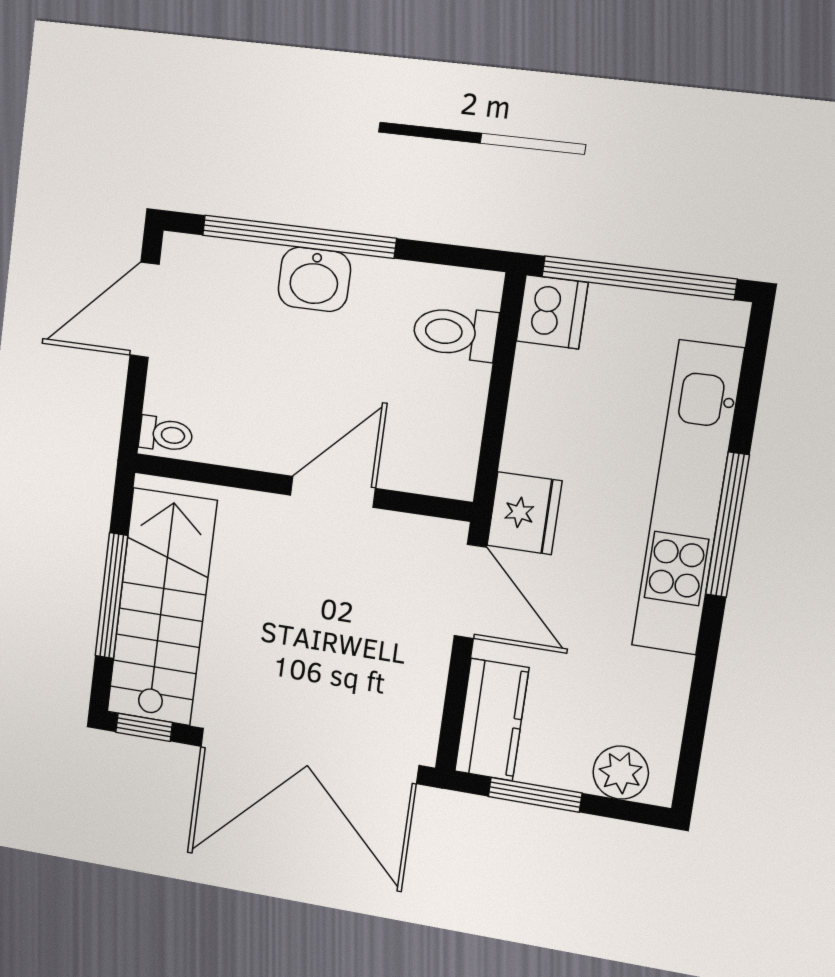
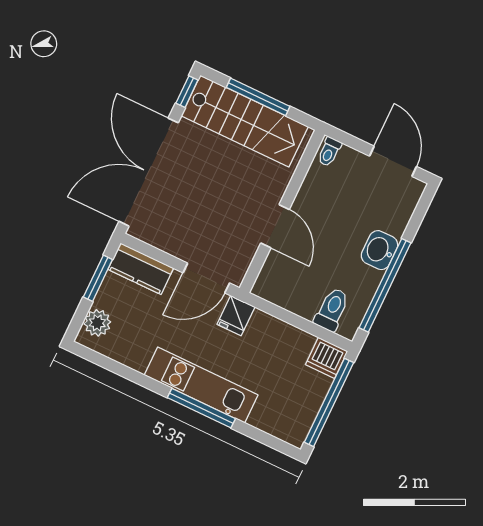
window: (299, 237) -> (385, 285), moved
kitchen unit: (688, 498) -> (201, 385), width x0.73
fridge: (524, 513) -> (236, 316), width x0.72

